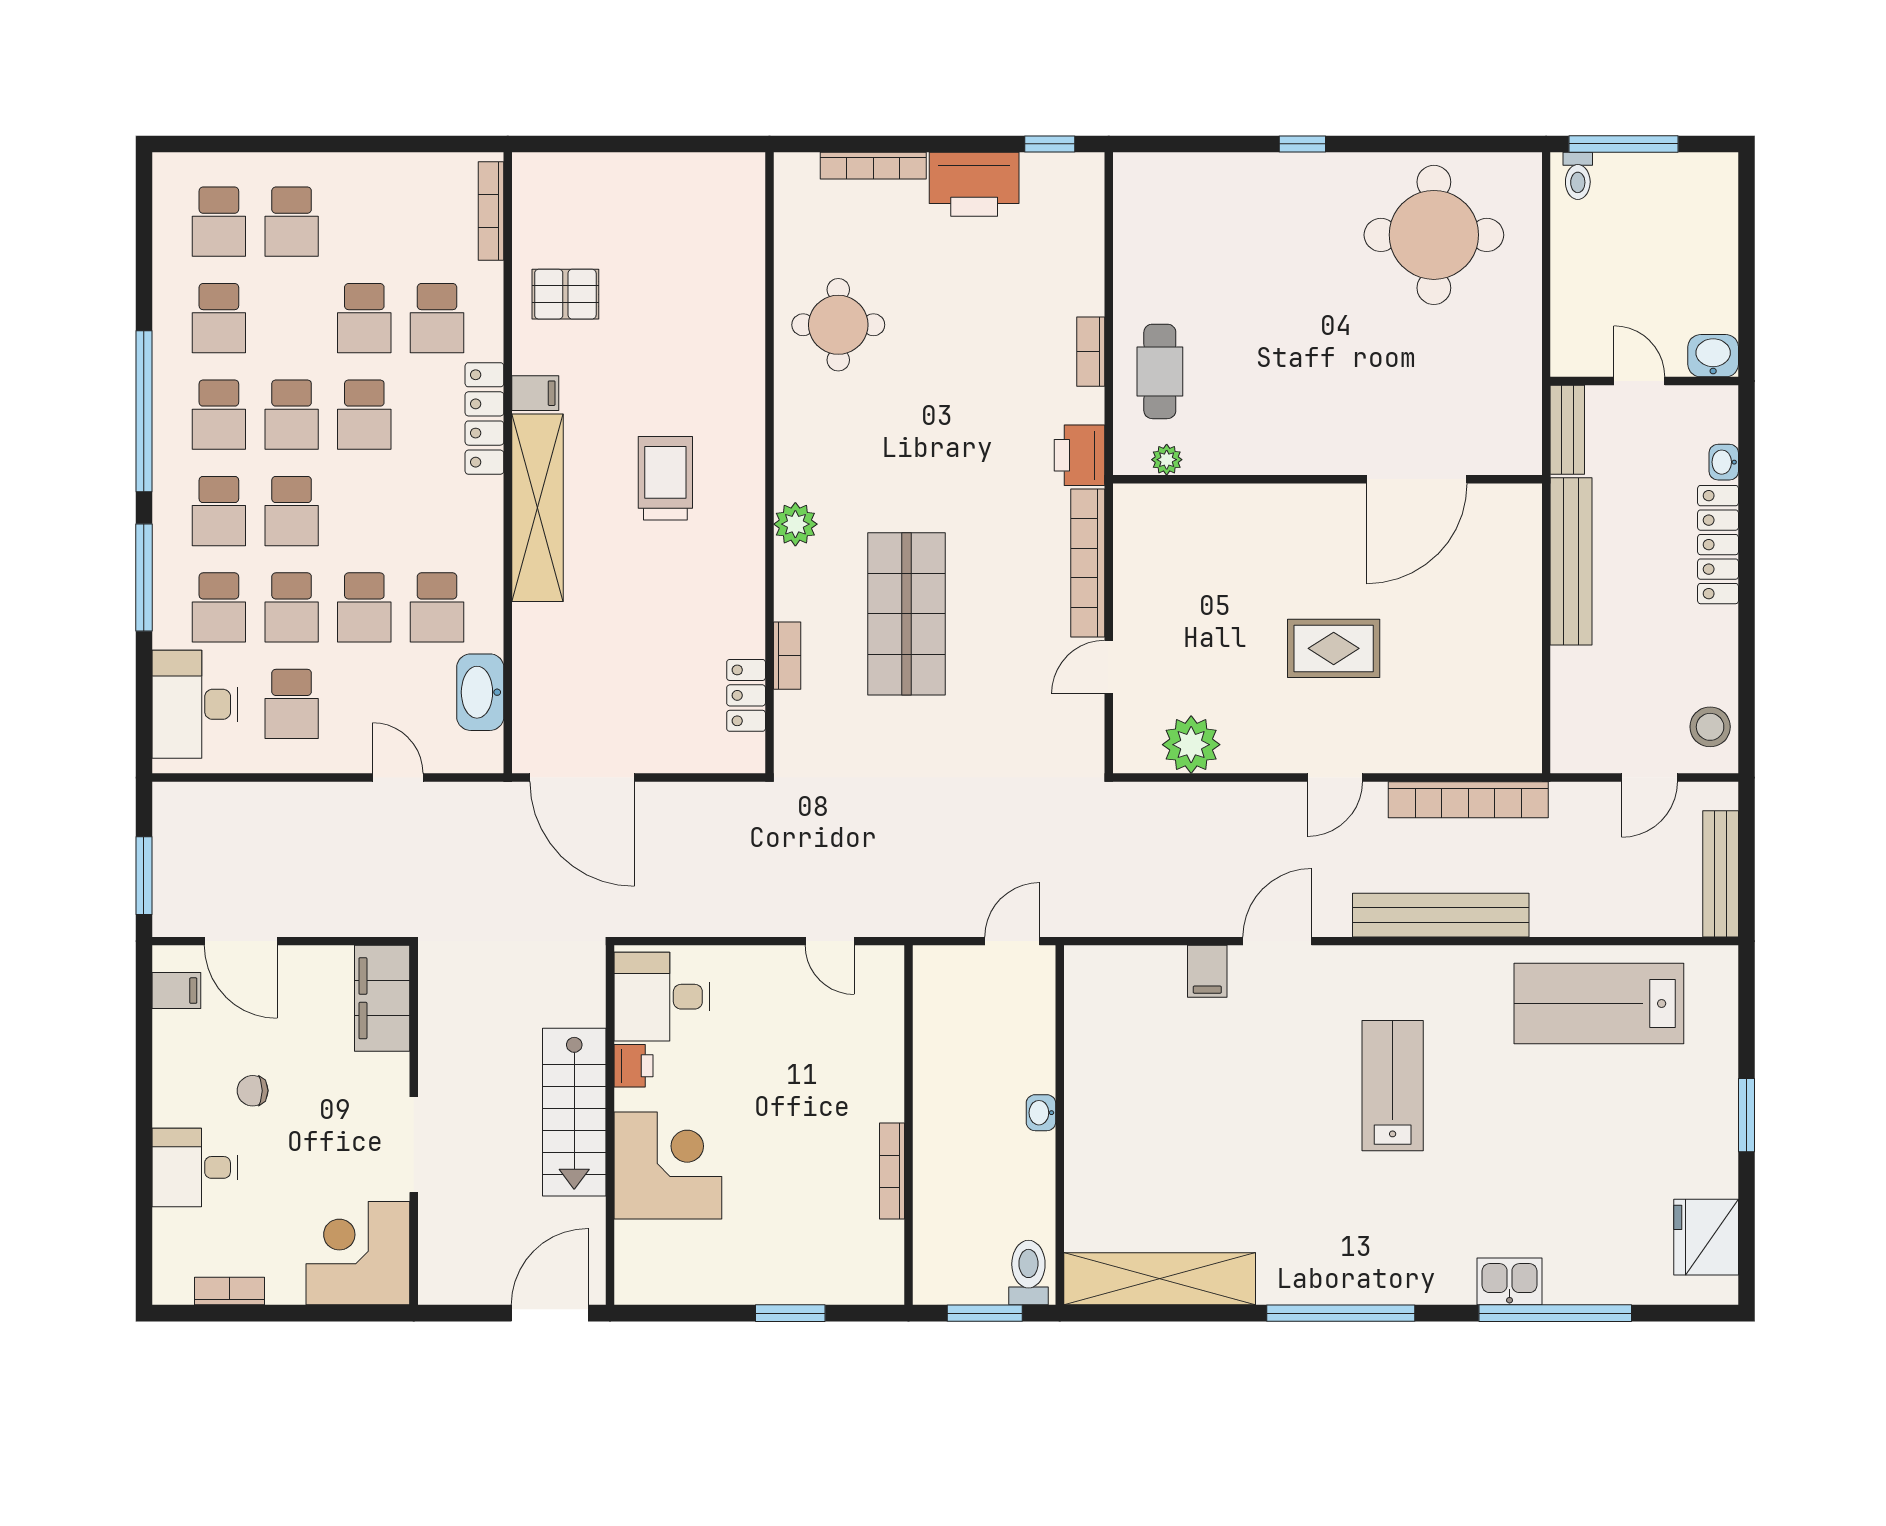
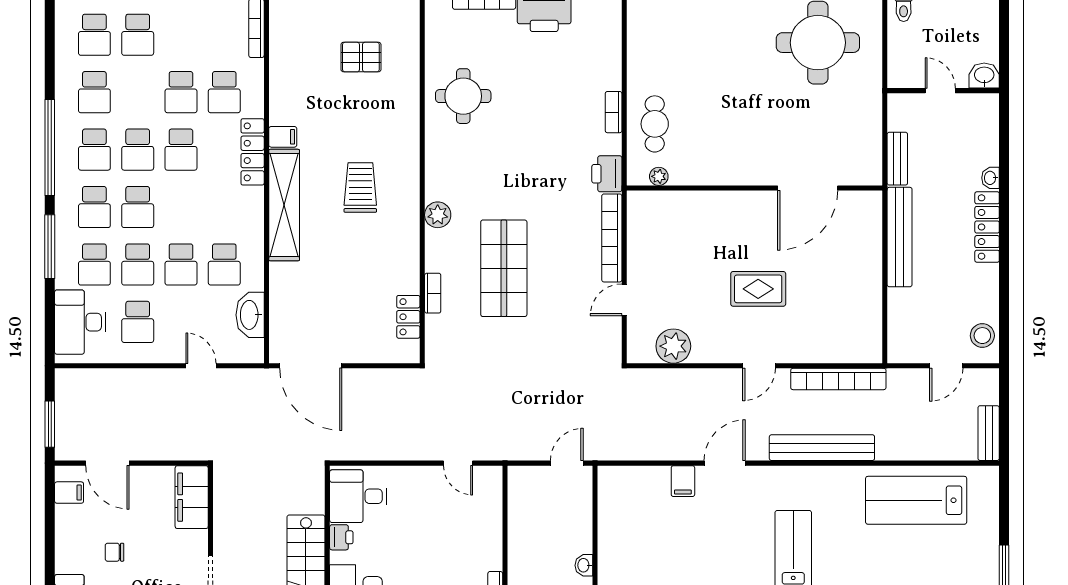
pallet: (565, 294) -> (361, 57), moved
washbasin: (1713, 356) -> (984, 76), moved
door: (1639, 381) -> (940, 91), moved
wall: (1644, 381) -> (943, 91), moved
bench: (1721, 874) -> (989, 433), width x0.73

